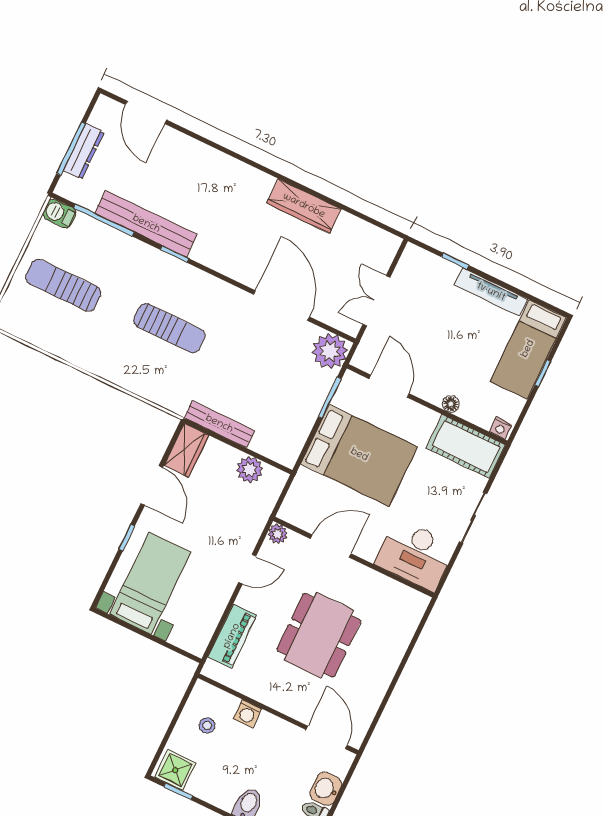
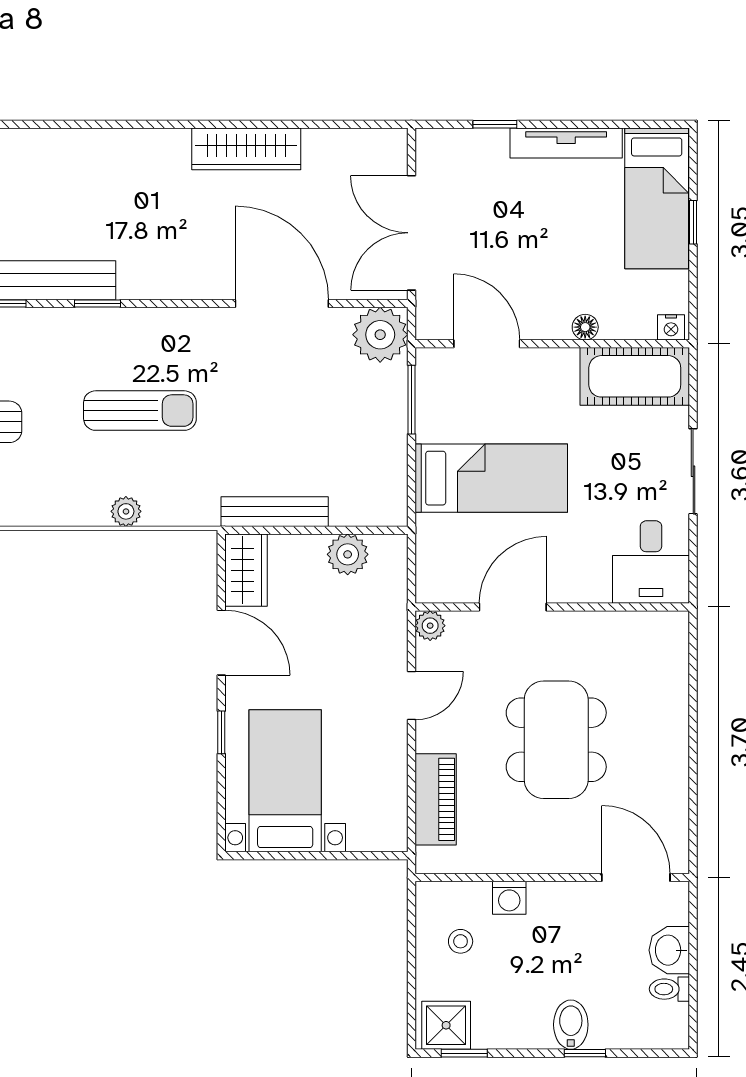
double door: (376, 301) -> (411, 233), width x1.37
plant: (133, 383) -> (126, 511), added
bed: (359, 455) -> (491, 478), width x0.67
desk: (415, 555) -> (651, 562), width x0.73

